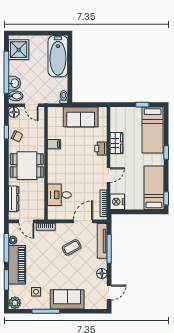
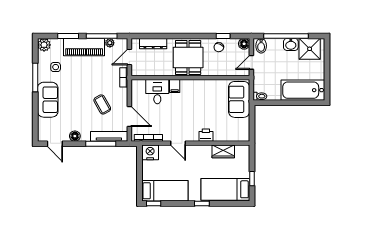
washbasin: (14, 83) -> (291, 44), moved
sofa: (81, 117) -> (239, 99), moved
wardrobe: (116, 143) -> (223, 151), moved
filing cabinet: (54, 144) -> (175, 86), moved

